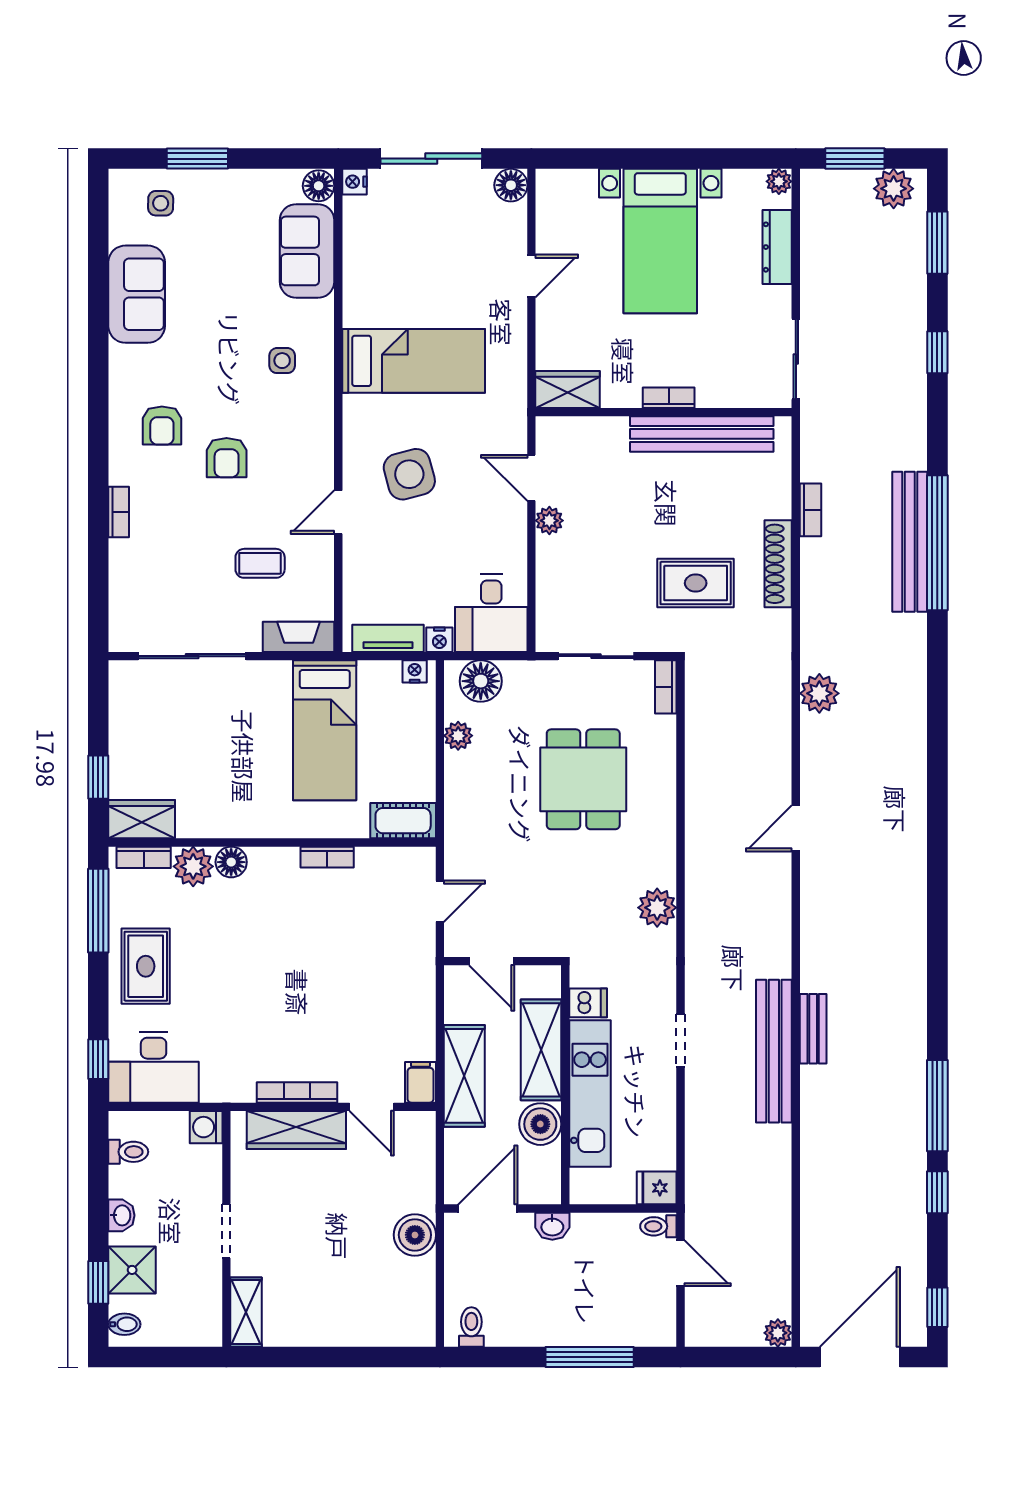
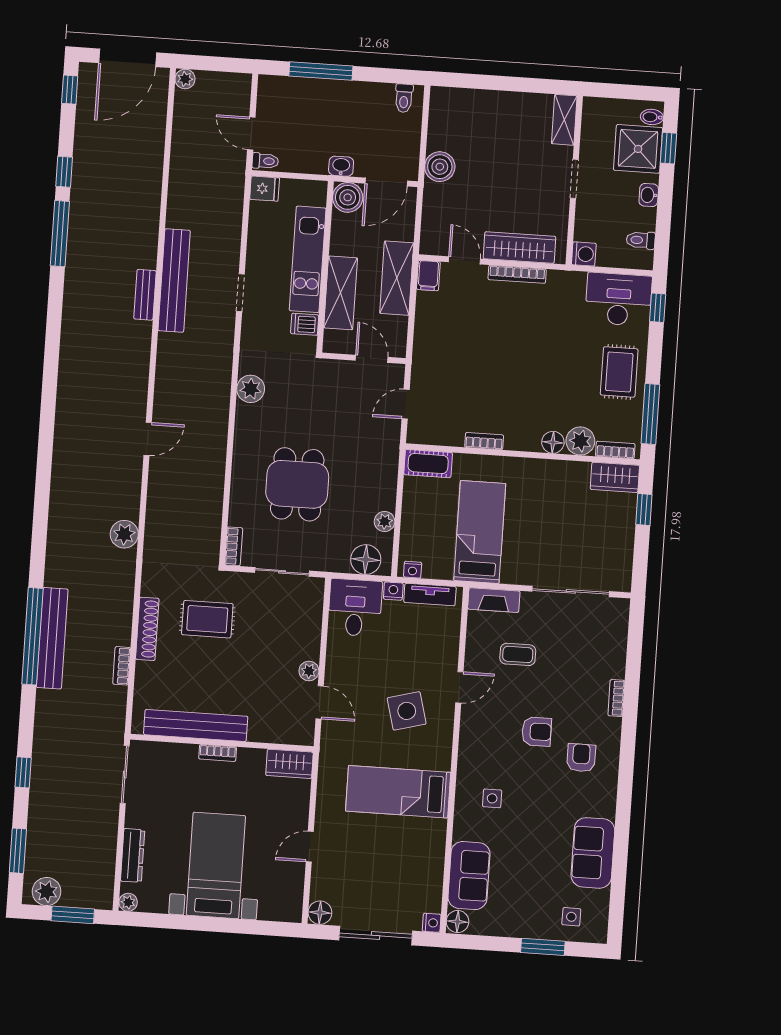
armchair: (227, 458) -> (537, 732), turned 90
boiler: (540, 1124) -> (348, 197), moved
shower: (132, 1270) -> (638, 149), width x1.36, depth x1.36

